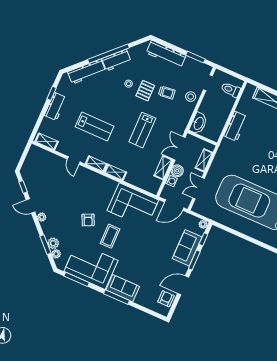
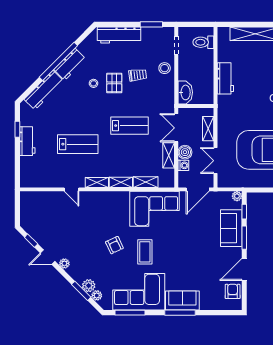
lab bench: (142, 130) -> (129, 126), turned -90
shelving: (47, 142) -> (146, 182), moved

